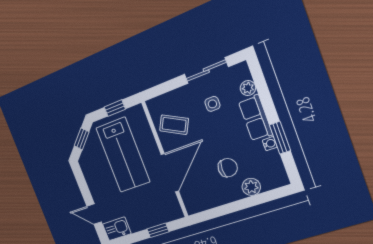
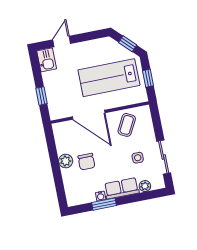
plant: (251, 187) -> (66, 161), moved

